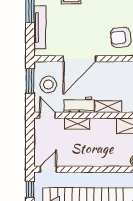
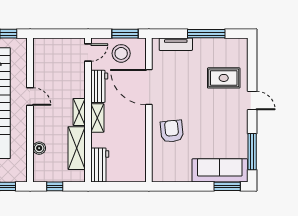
tv unit: (40, 27) -> (176, 44), width x0.71
shelving: (77, 124) -> (79, 112), moved
door: (48, 169) -> (30, 96), moved

